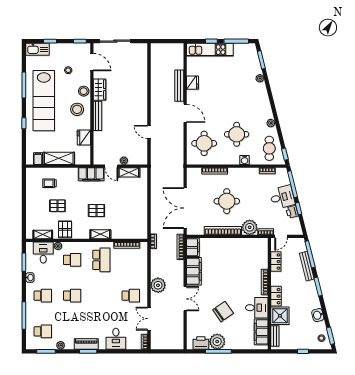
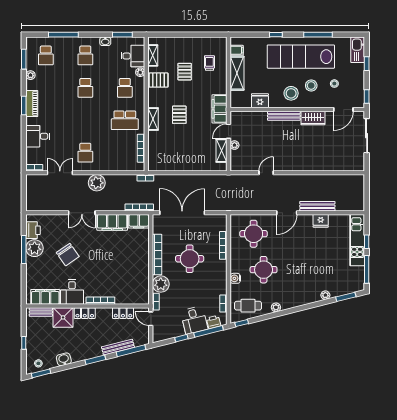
stool: (84, 91) -> (311, 86), moved
printer: (292, 212) -> (214, 322), moved

